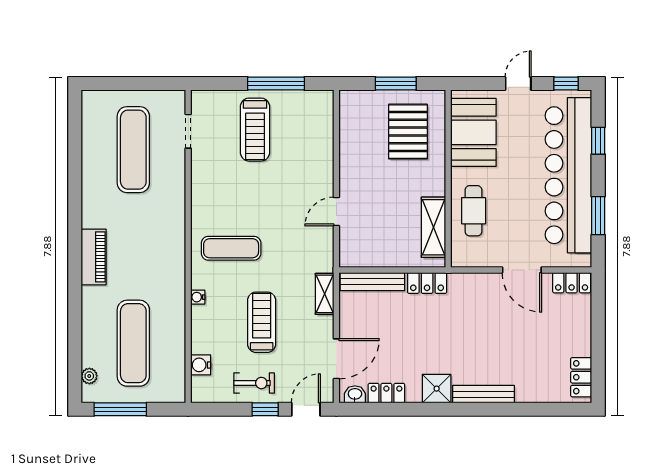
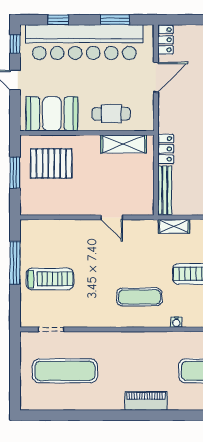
exercise mat: (231, 248) -> (139, 297), turned 90

